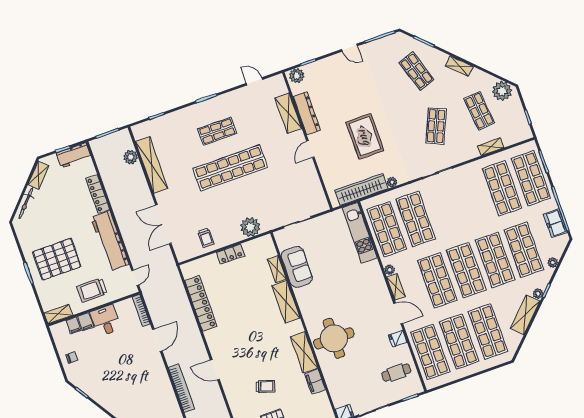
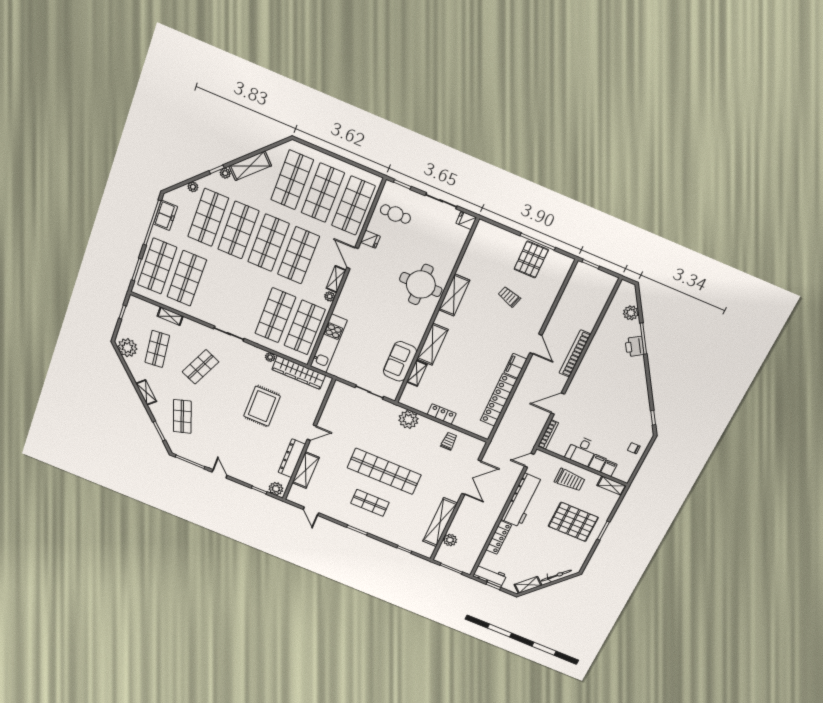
filing cabinet: (315, 382) -> (515, 366), moved, turned 180

